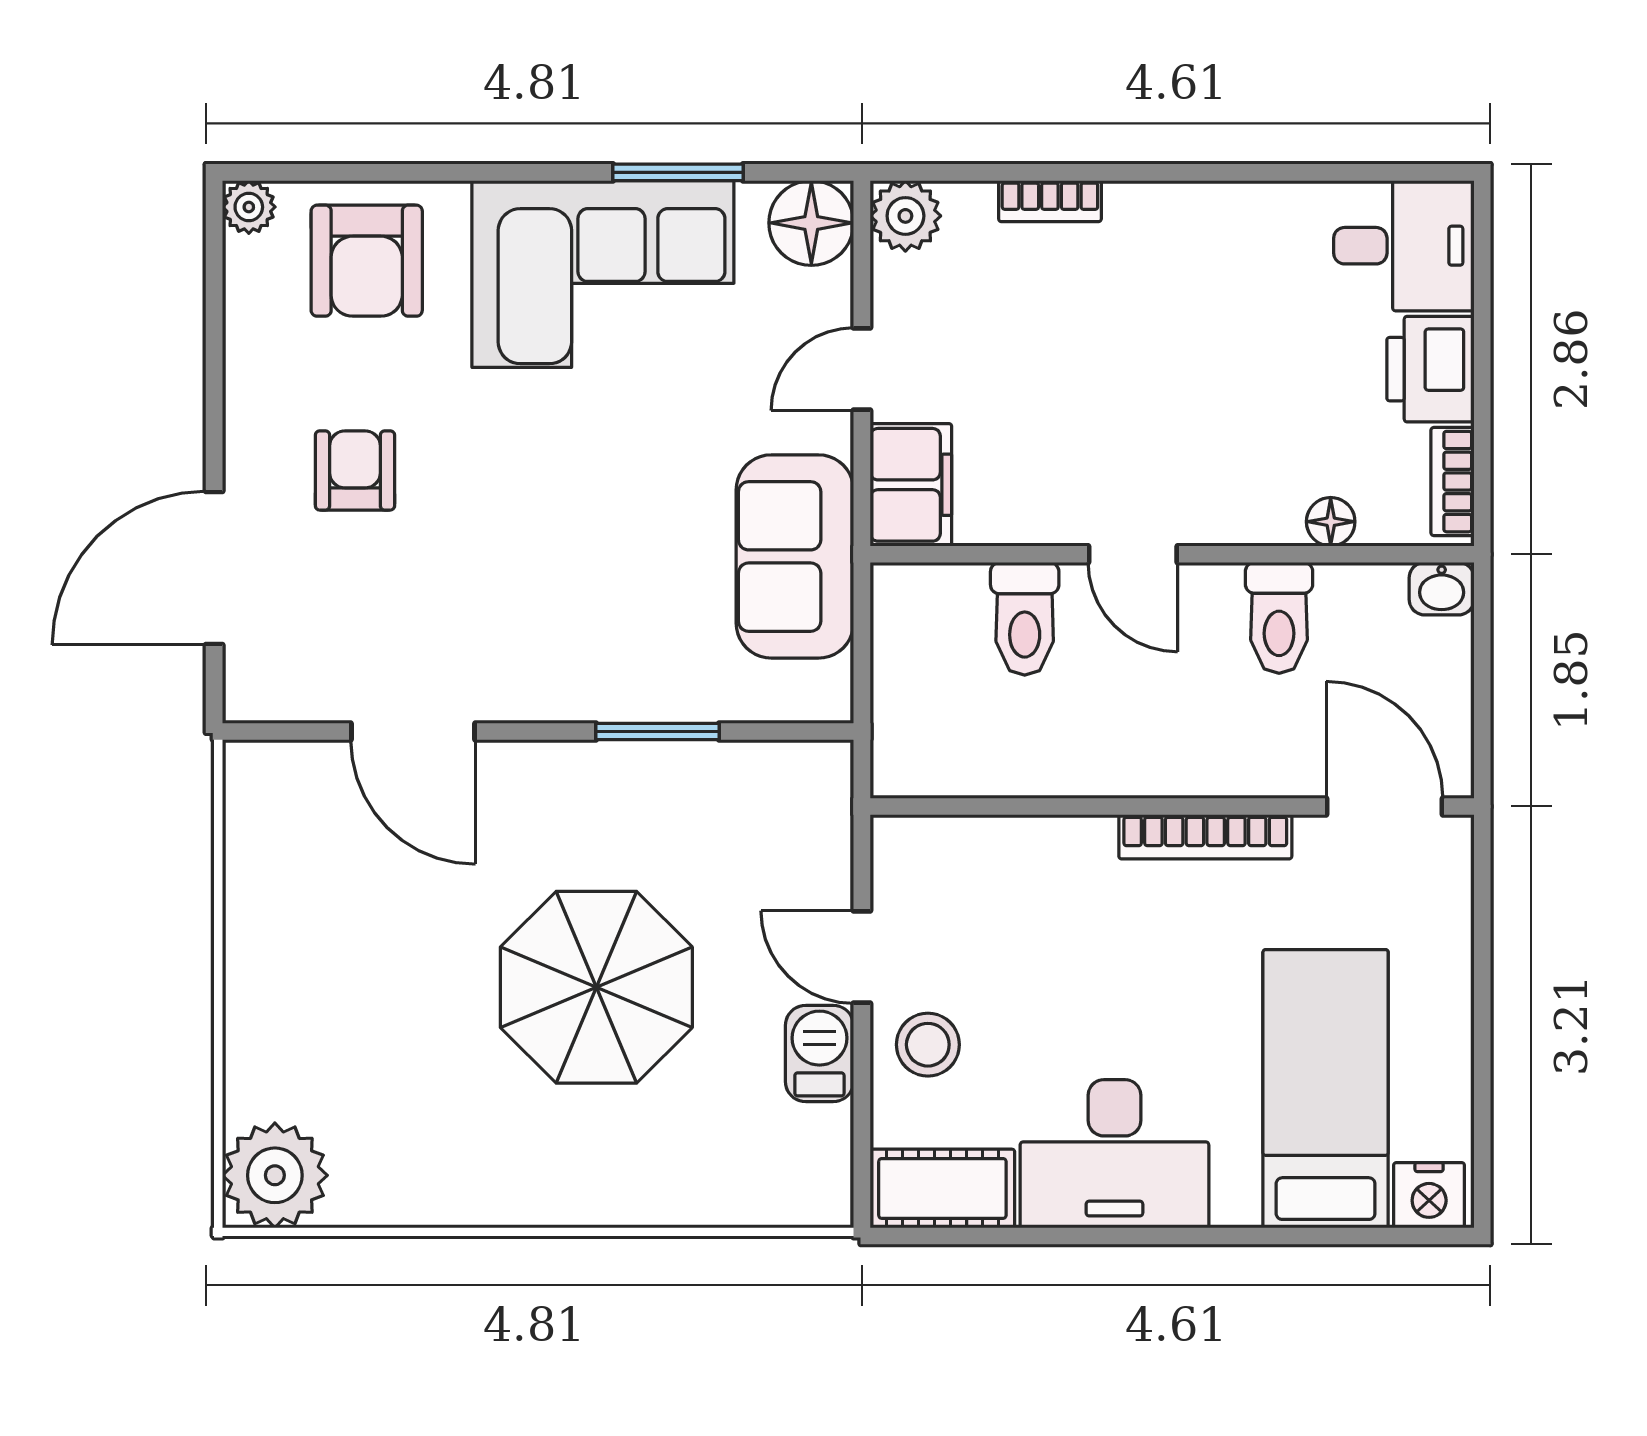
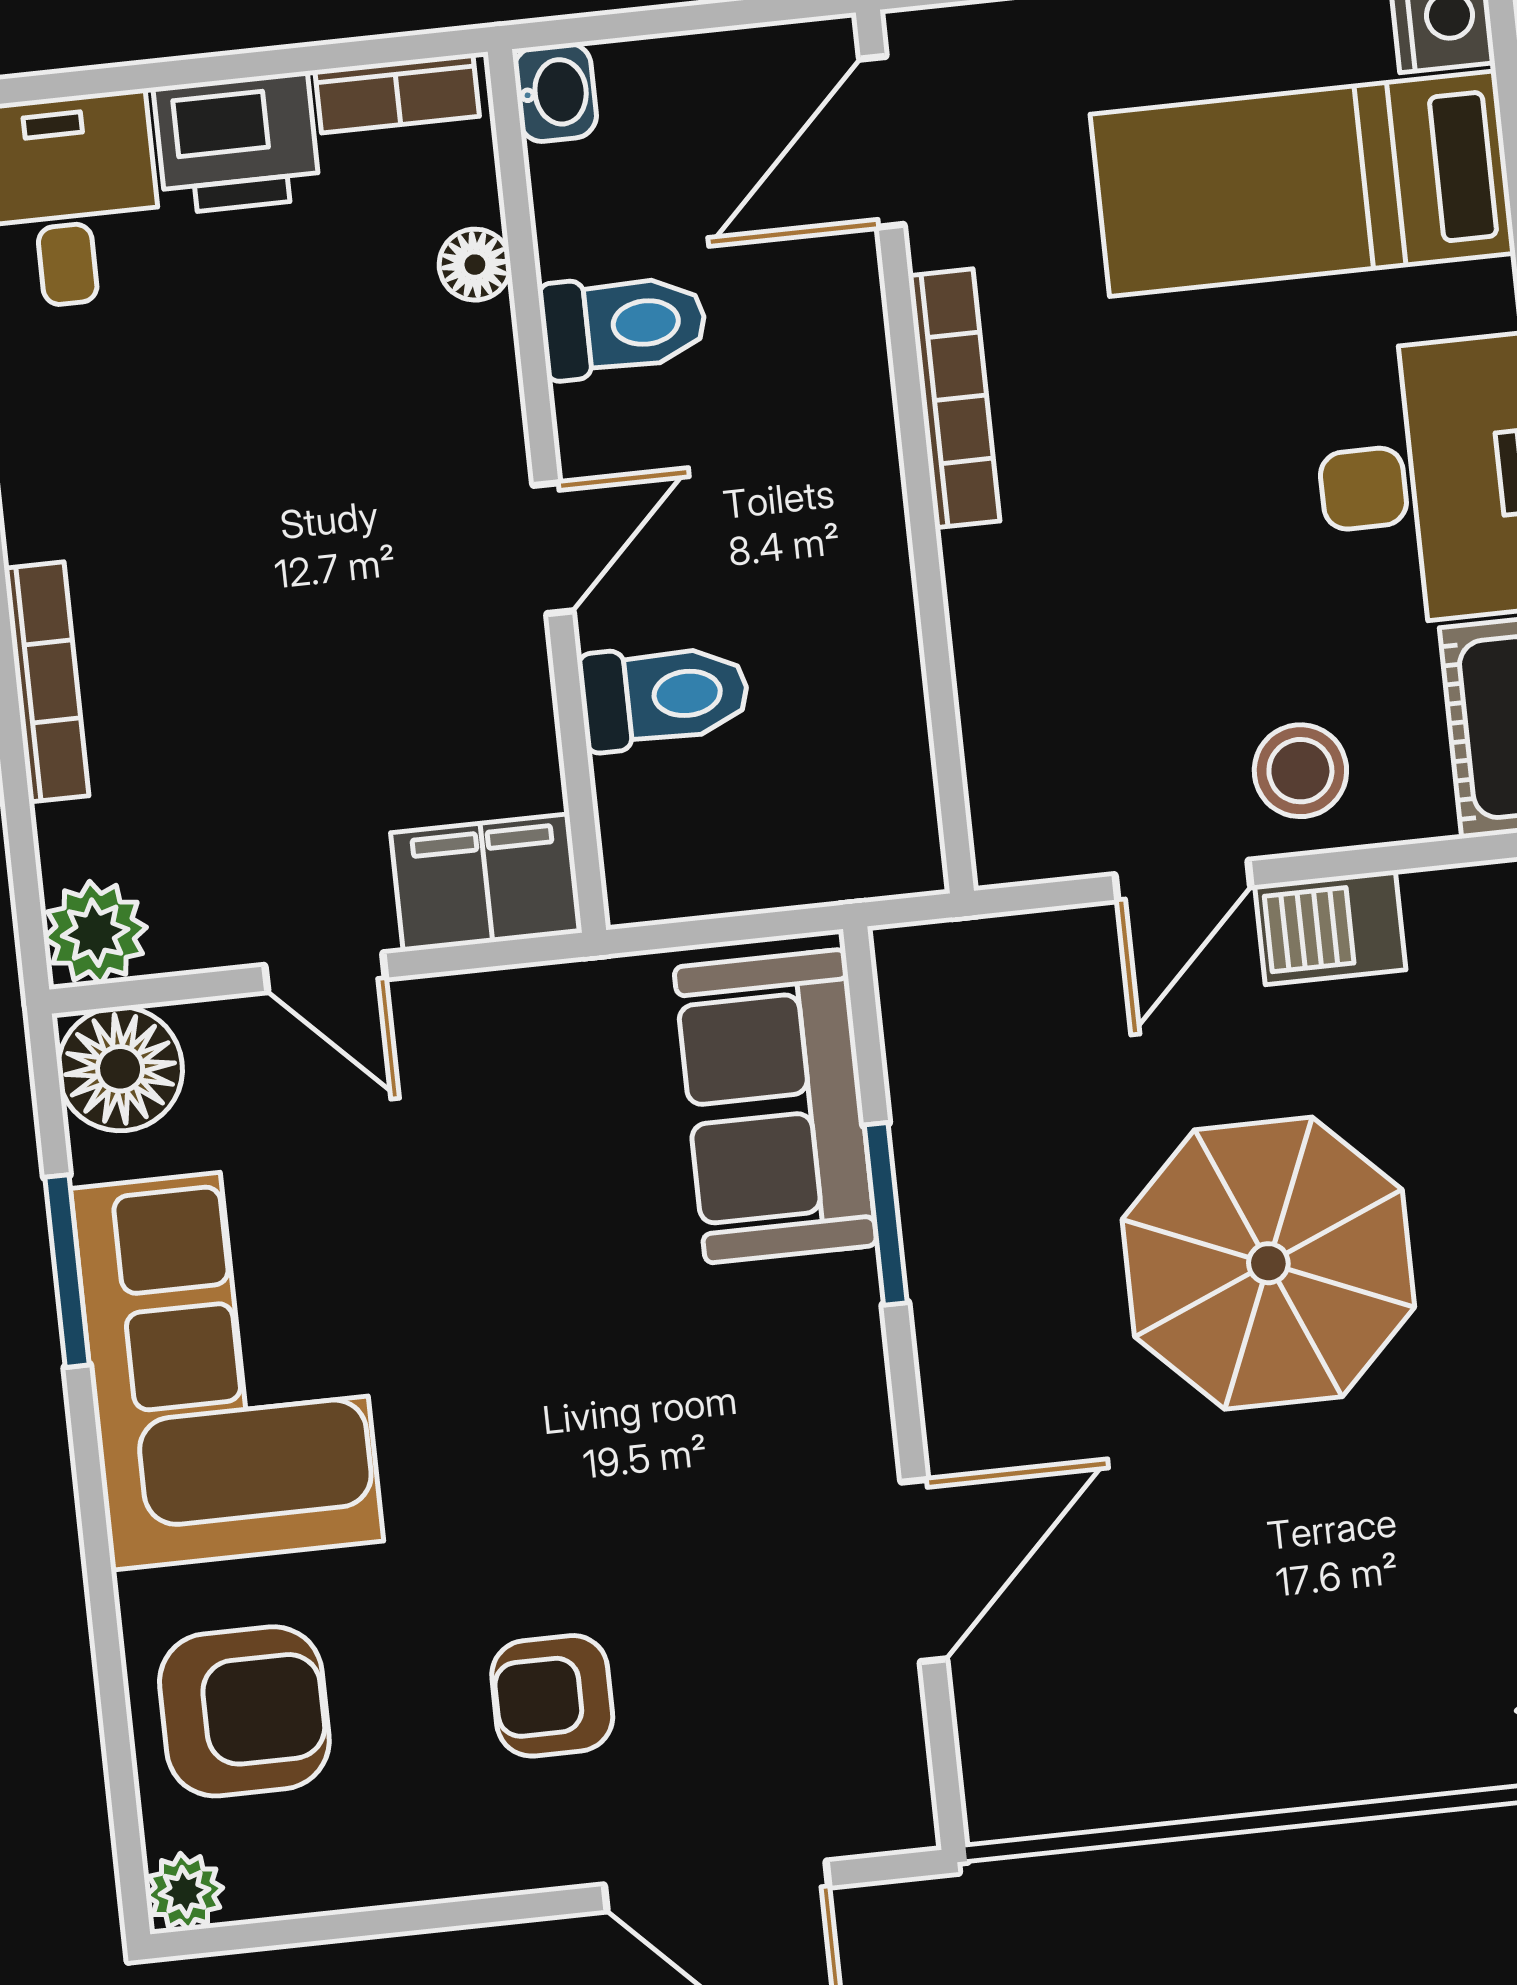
bookcase: (1050, 201) -> (46, 682), width x1.56
sofa: (795, 556) -> (775, 1106), moved, turned 90

